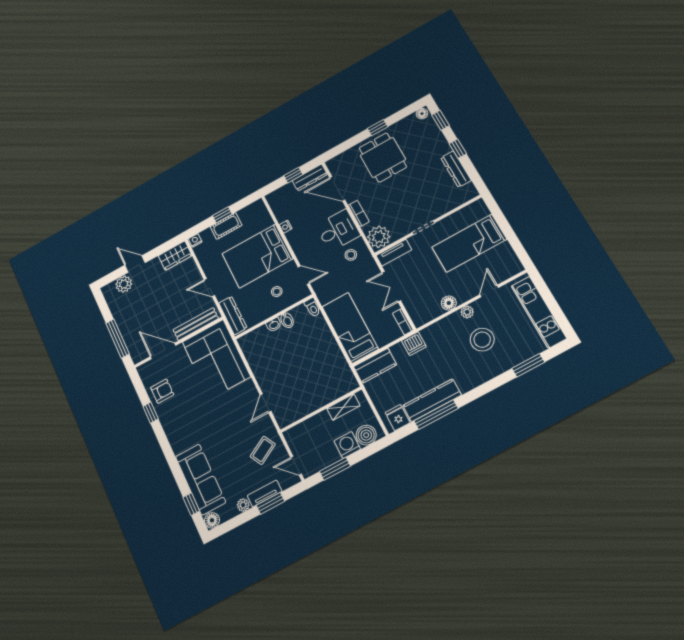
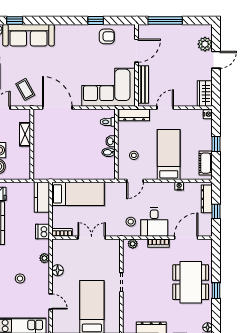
dining table: (383, 157) -> (191, 282), width x1.38
dresser: (310, 178) -> (207, 199), moved
cot: (226, 226) -> (206, 163), moved
plant: (379, 237) -> (133, 244), width x0.53, depth x0.53
tv unit: (394, 253) -> (115, 252), removed
bed: (257, 256) -> (169, 155), width x0.67
toilet: (312, 307) -> (108, 122), moved
plant: (467, 312) -> (44, 258), moved
stool: (482, 340) -> (20, 278), width x0.53, depth x0.53
armchair: (162, 391) -> (107, 36), turned -90
door: (266, 403) -> (57, 108), width x1.87
shelving: (343, 407) -> (25, 134), moved

